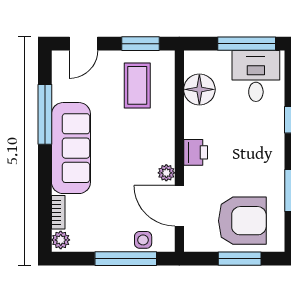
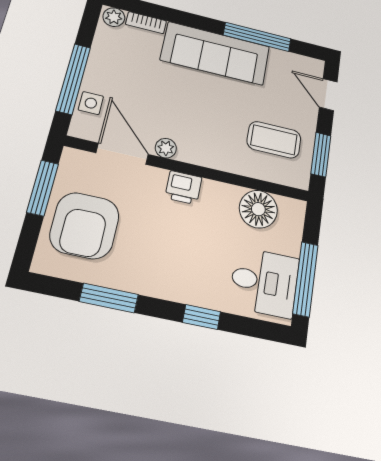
door: (179, 206) -> (122, 154), hinge flipped
window: (240, 259) -> (43, 188), moved

